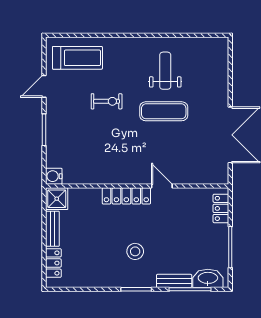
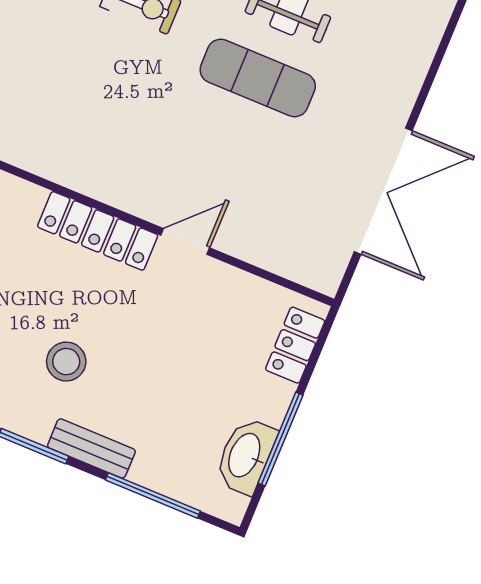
door: (162, 186) -> (185, 241), hinge flipped
washbasin: (208, 278) -> (246, 456), moved, turned -90
bench: (174, 281) -> (91, 448), moved

